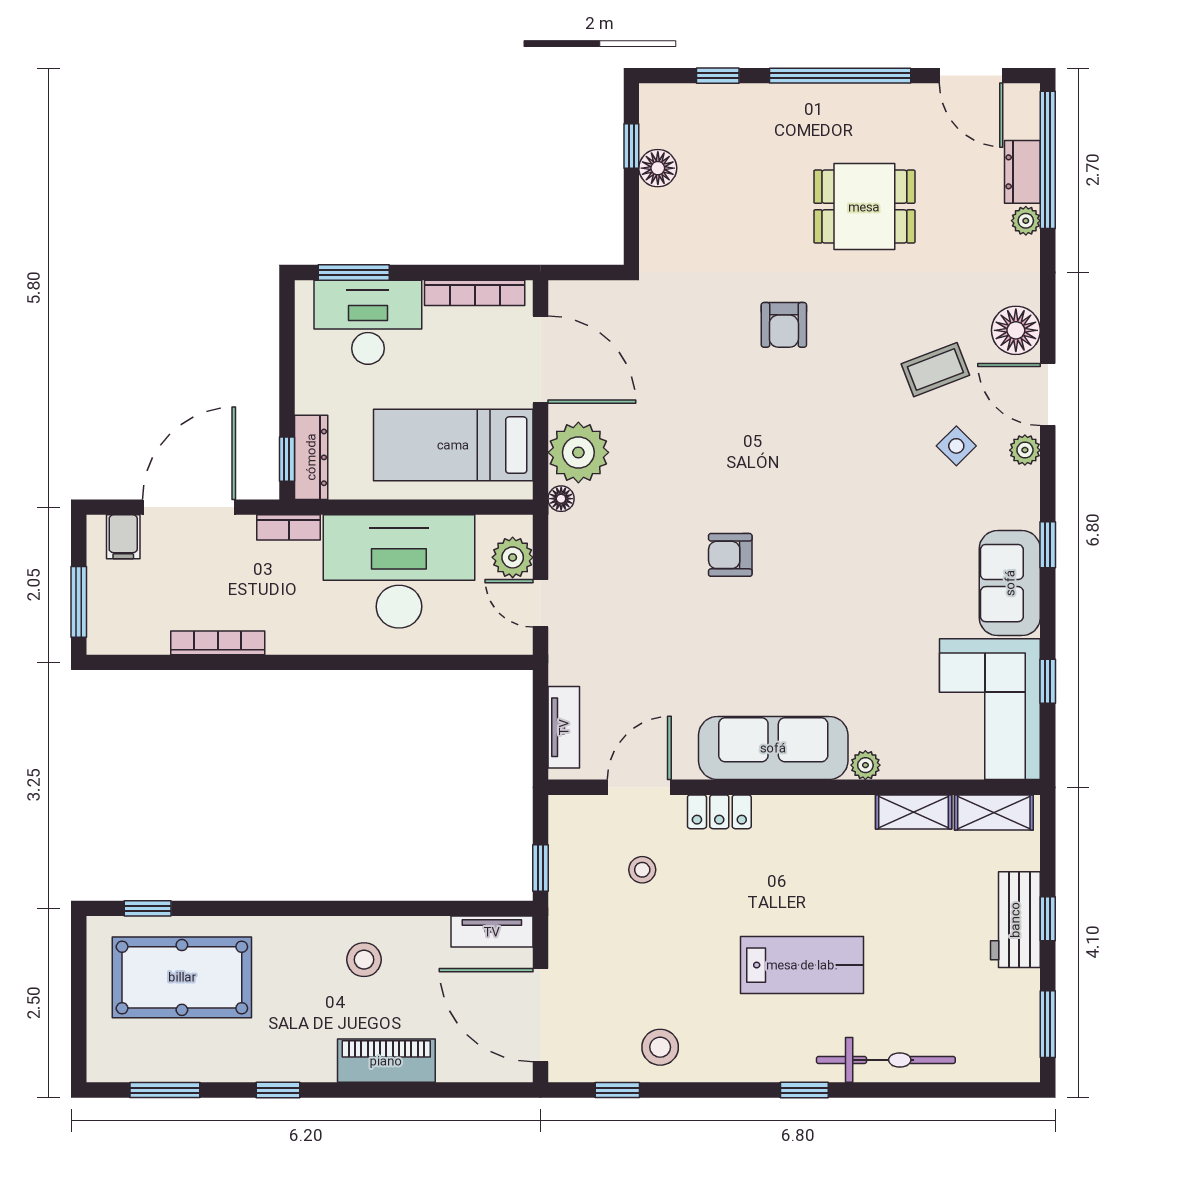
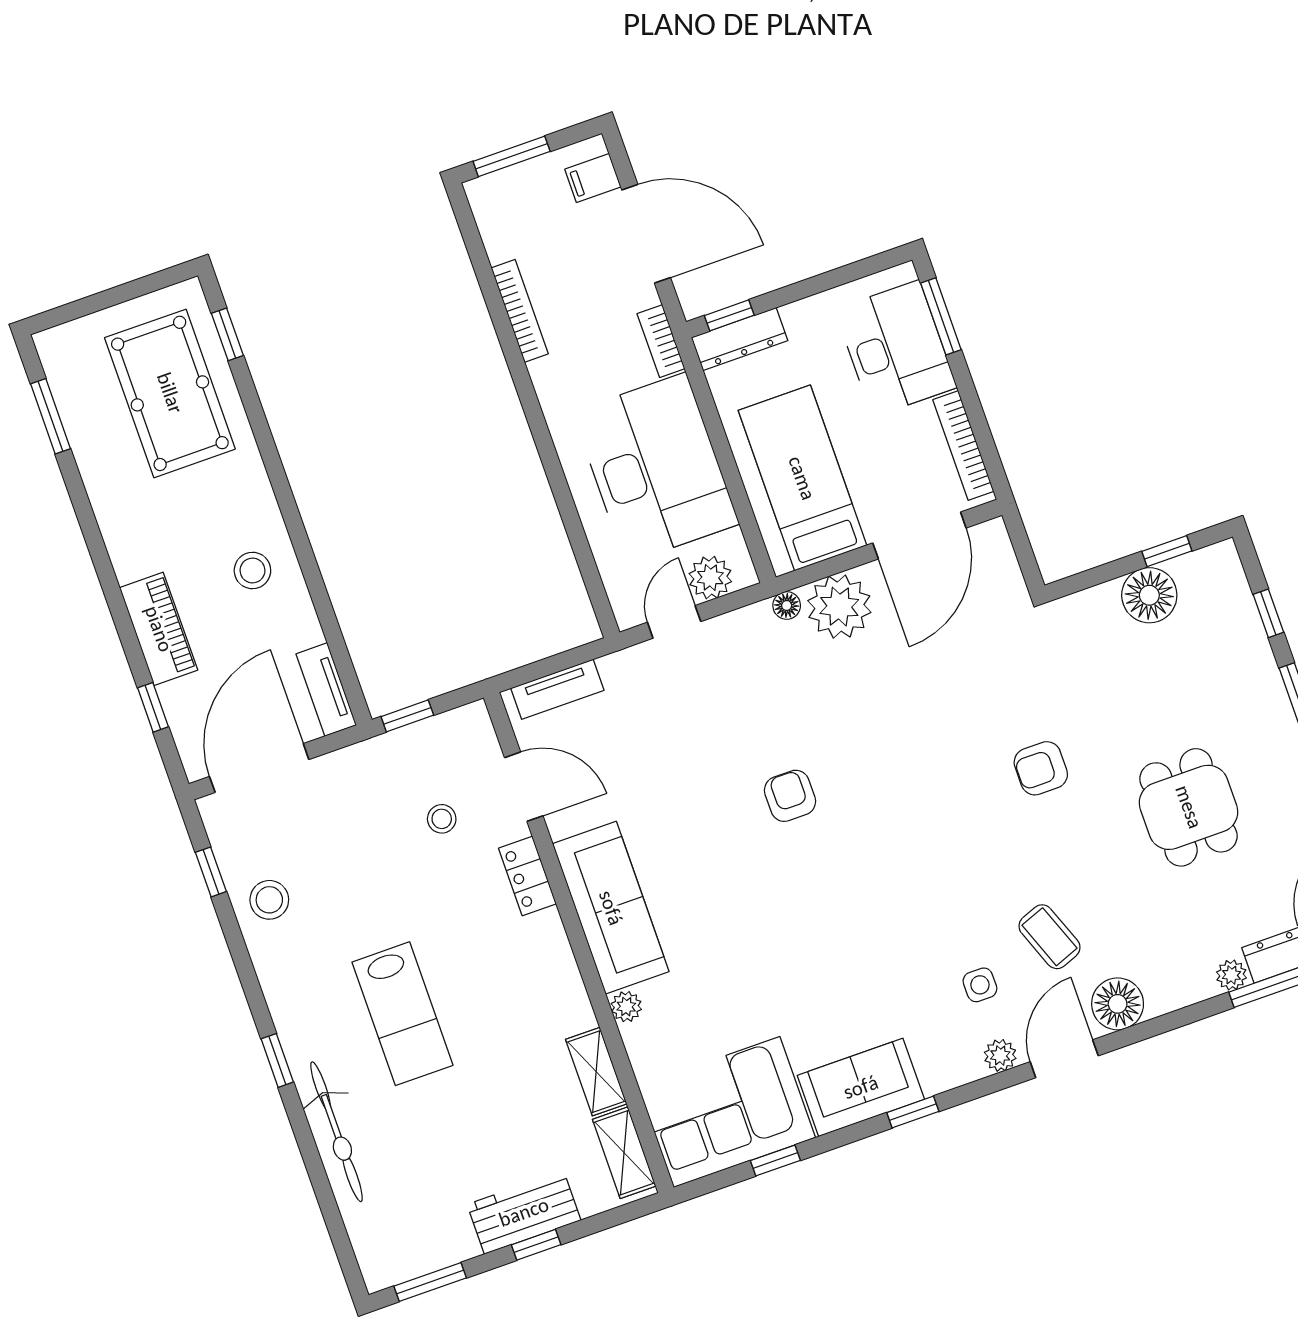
floor lamp: (658, 168) -> (1149, 595), width x1.38, depth x1.38
side table: (956, 446) -> (980, 985), turned 45
window: (278, 1090) -> (153, 707), moved

